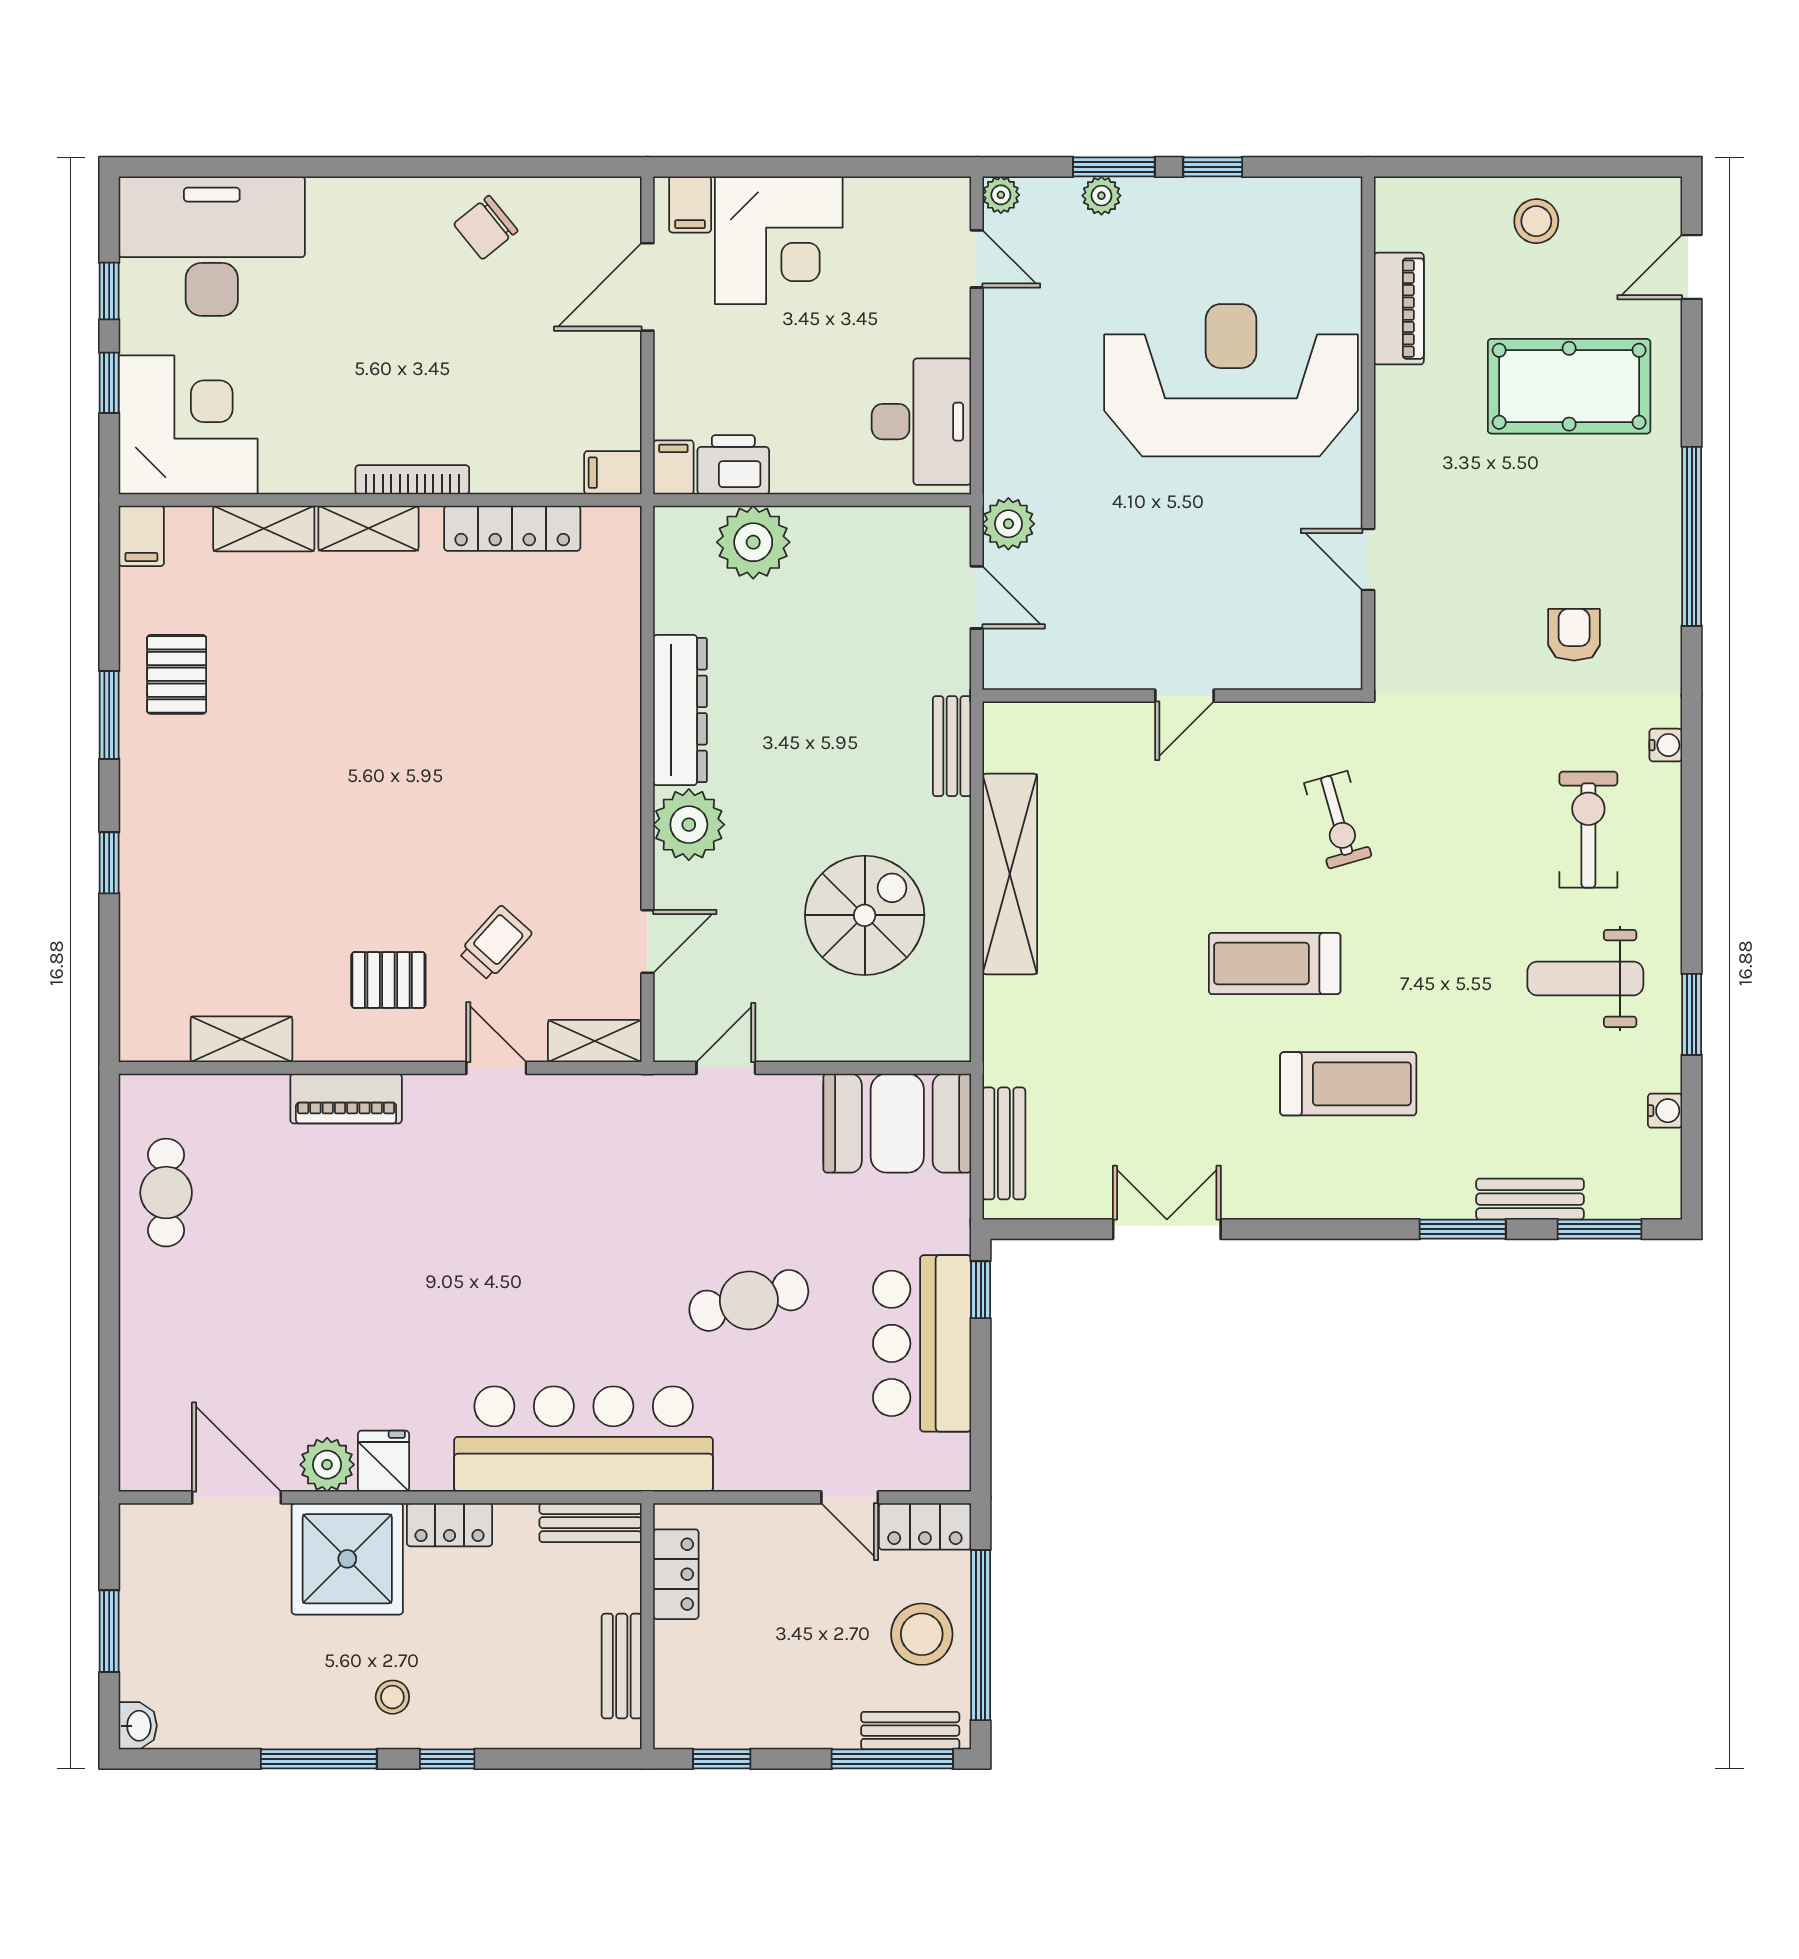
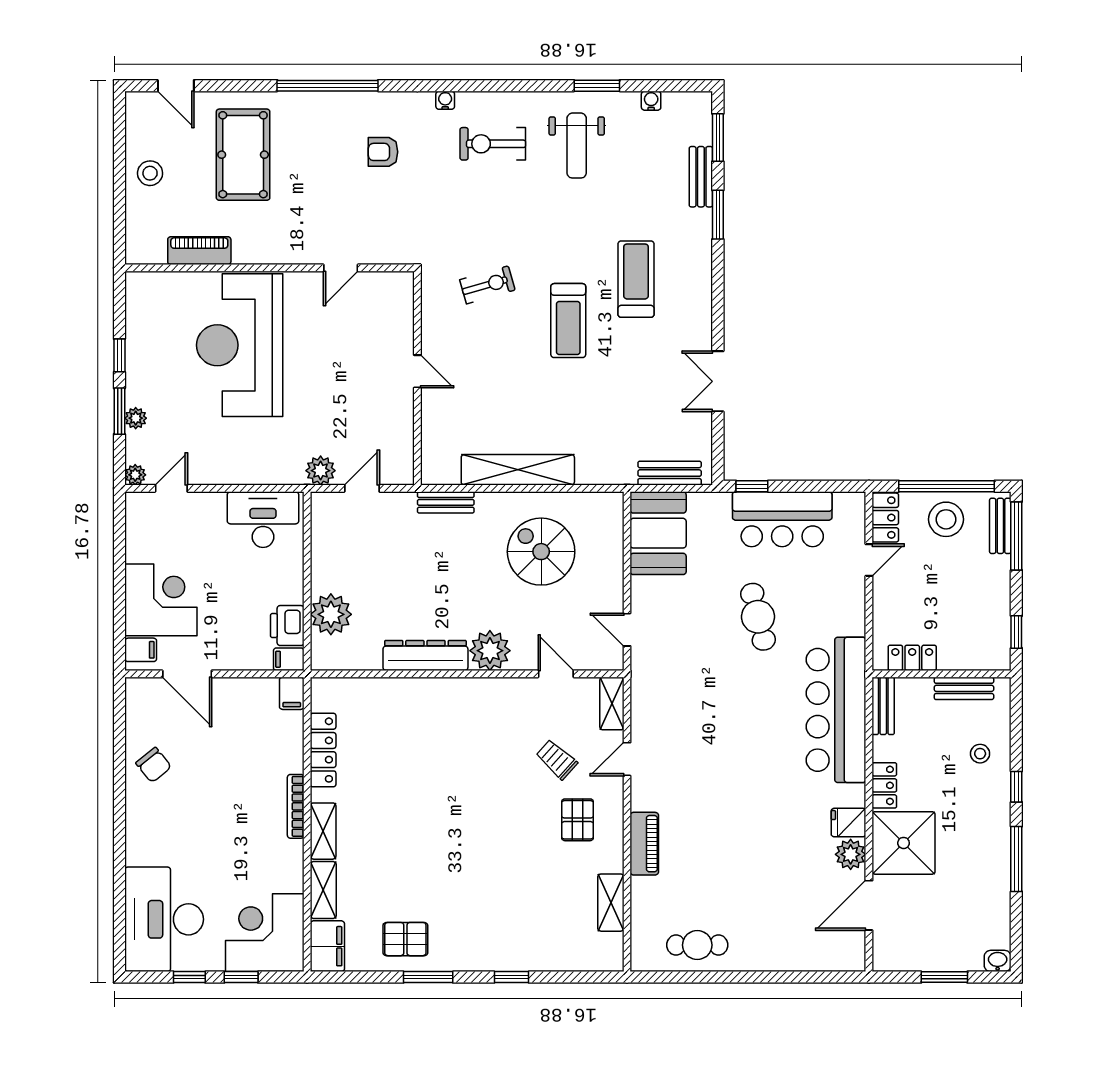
filing cabinet: (141, 536) -> (327, 946), width x2.00
stool: (392, 1697) -> (980, 754), moved

